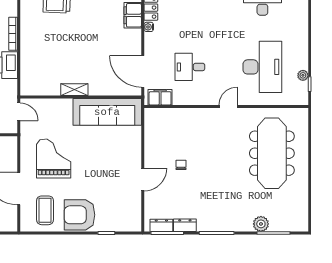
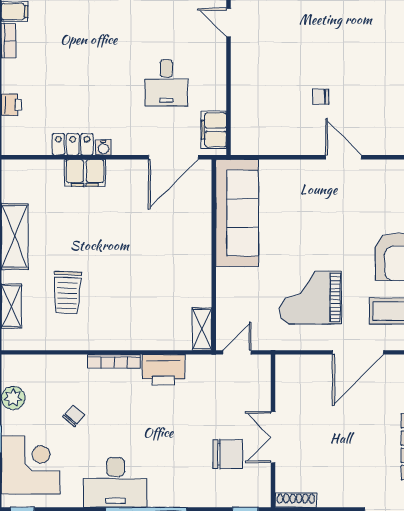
shelving: (74, 90) -> (202, 329), moved

